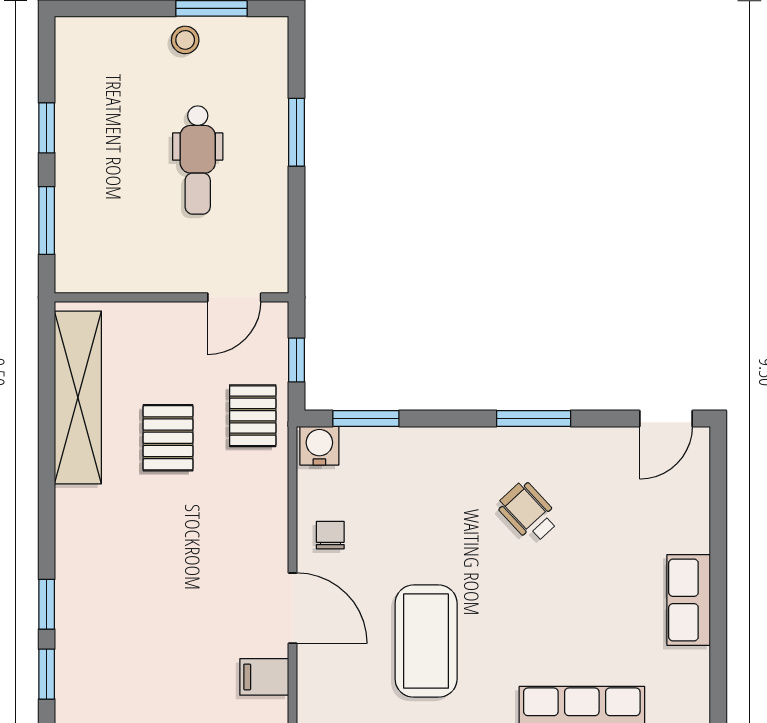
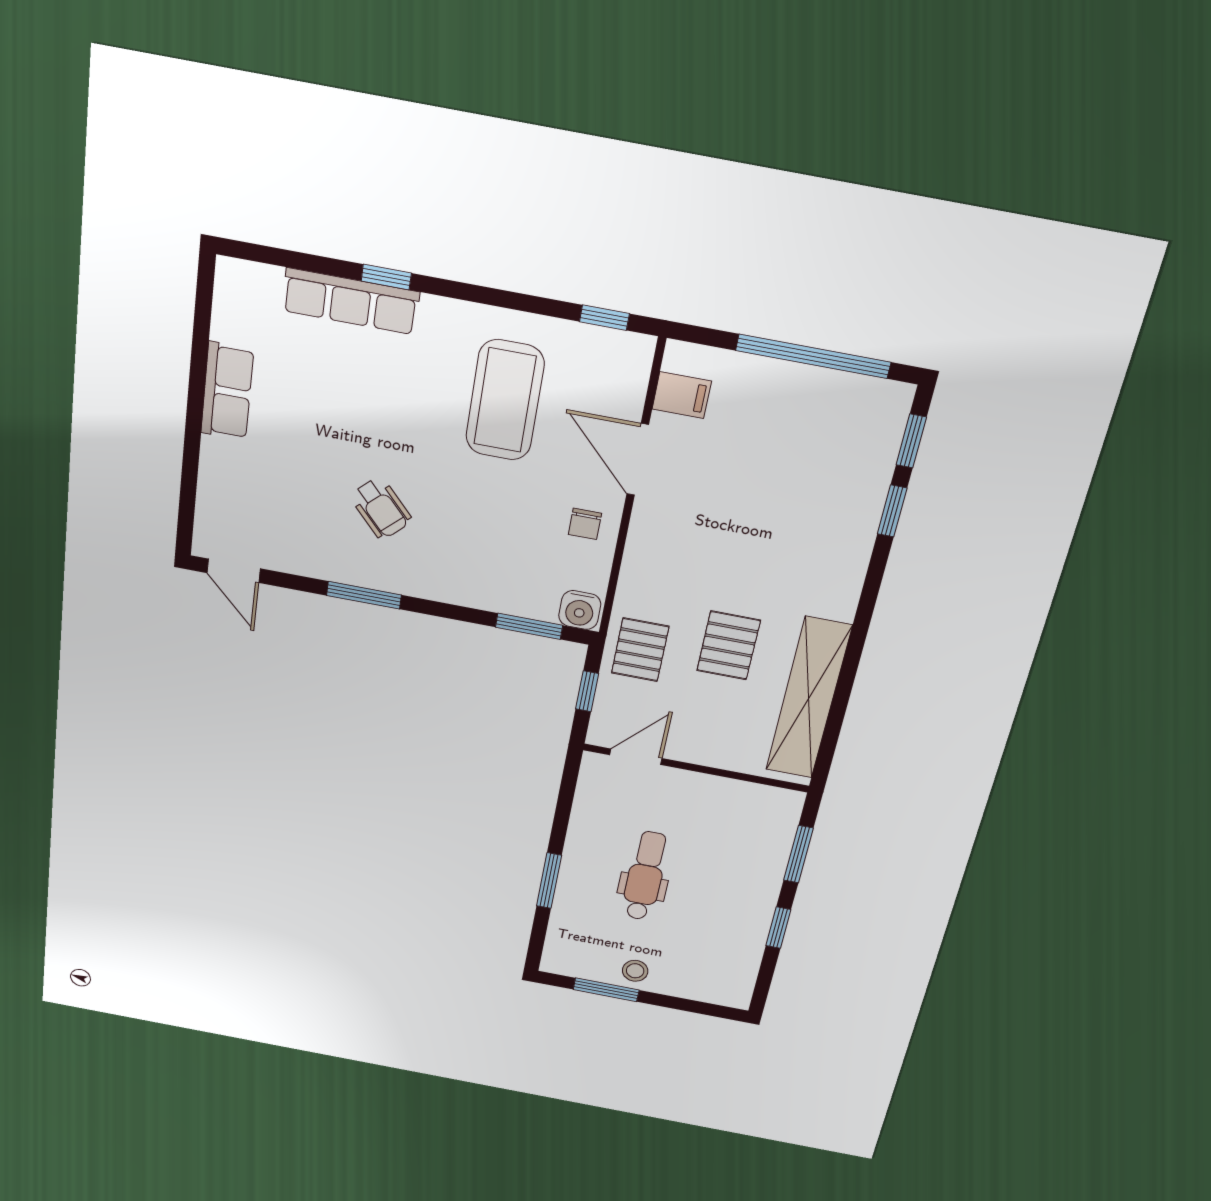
door: (666, 418) -> (234, 571), swing flipped

